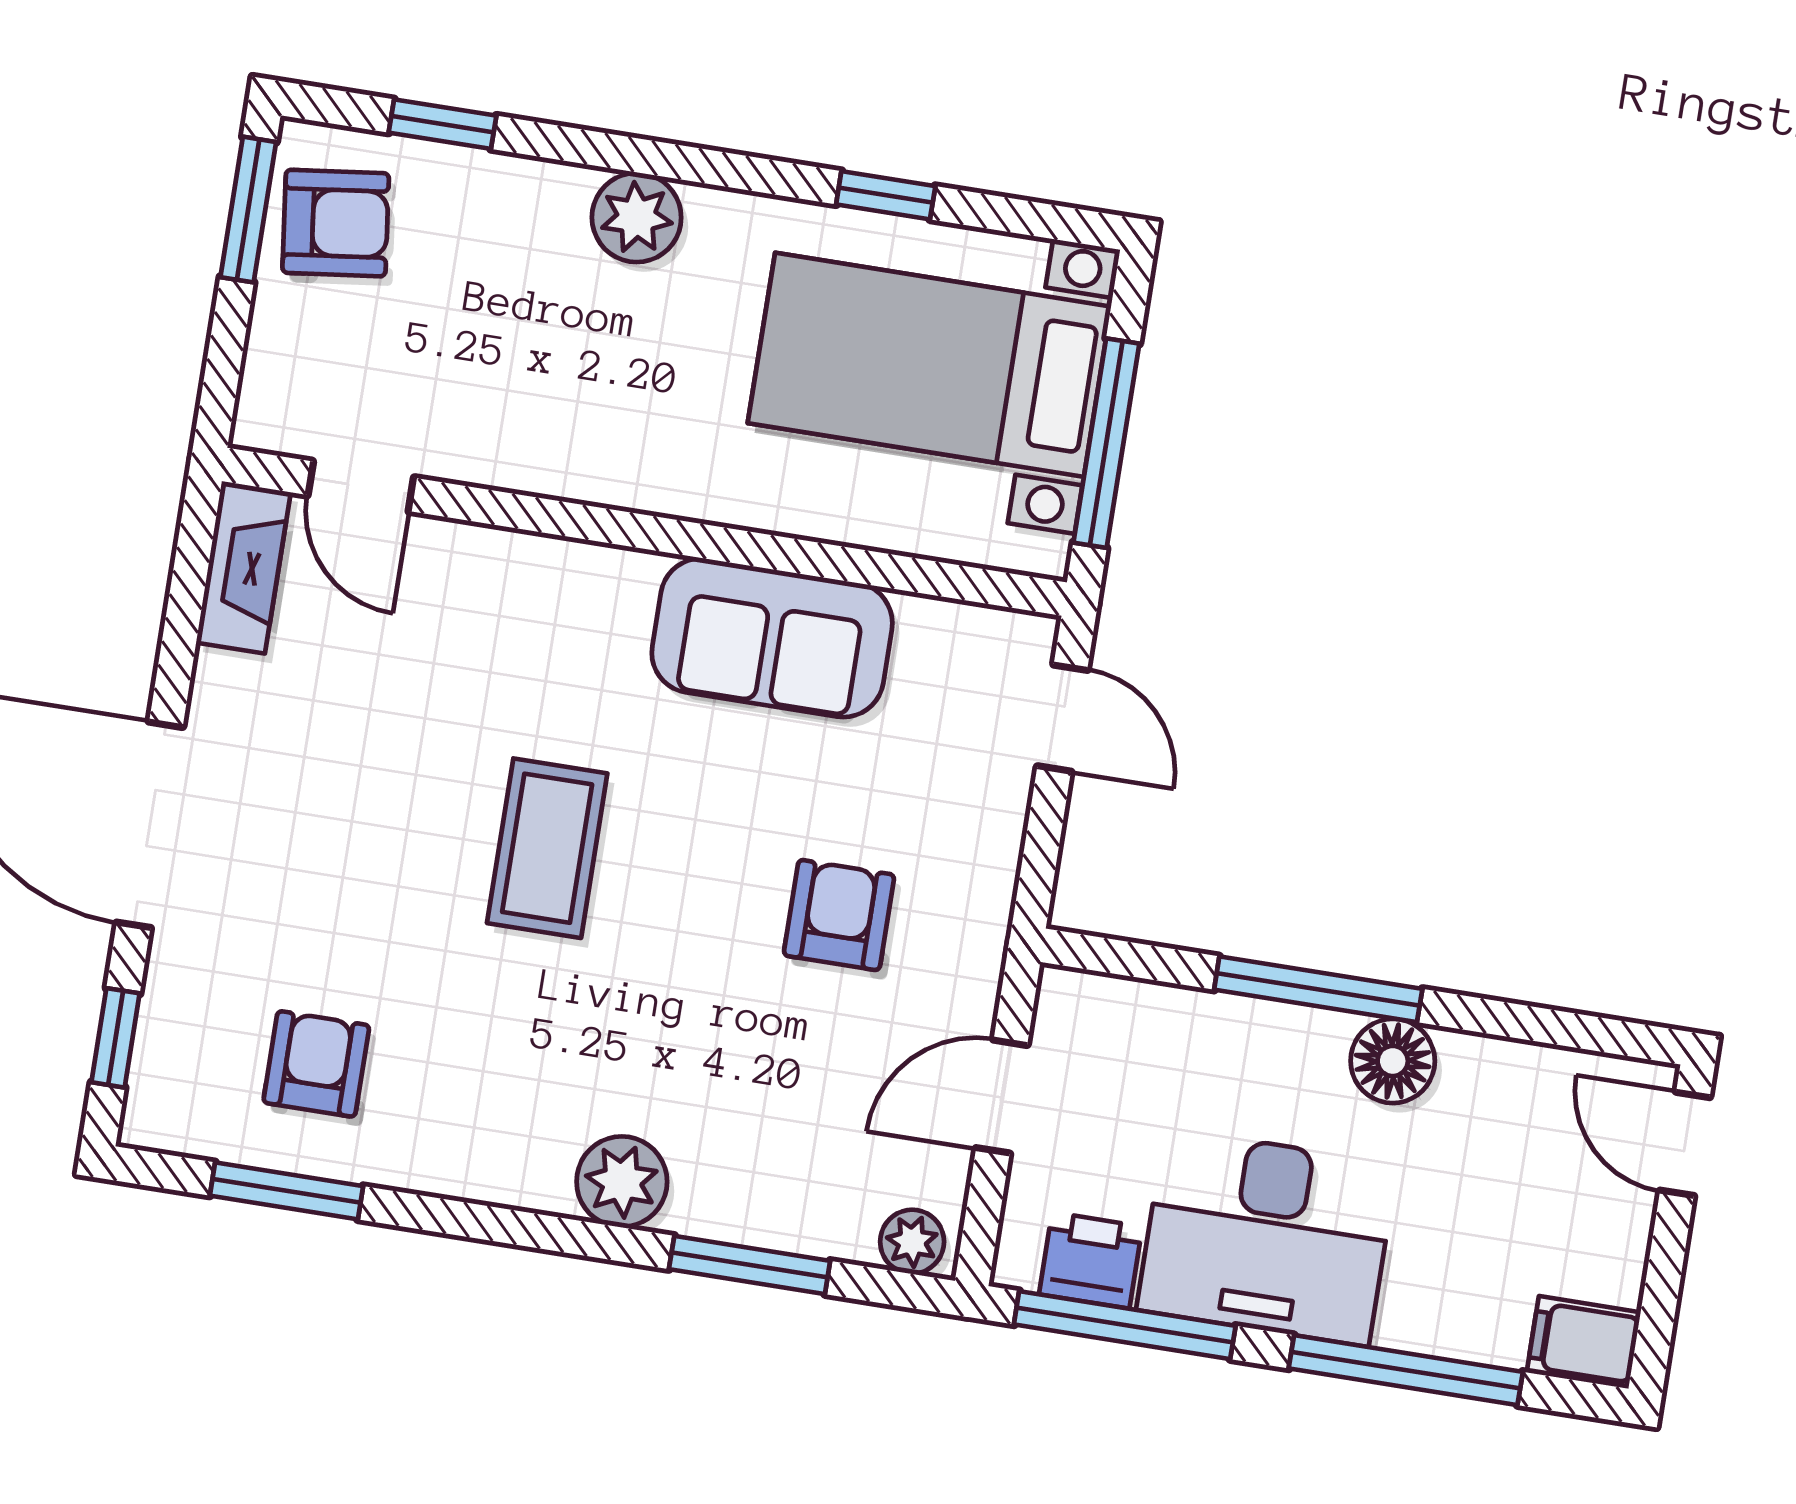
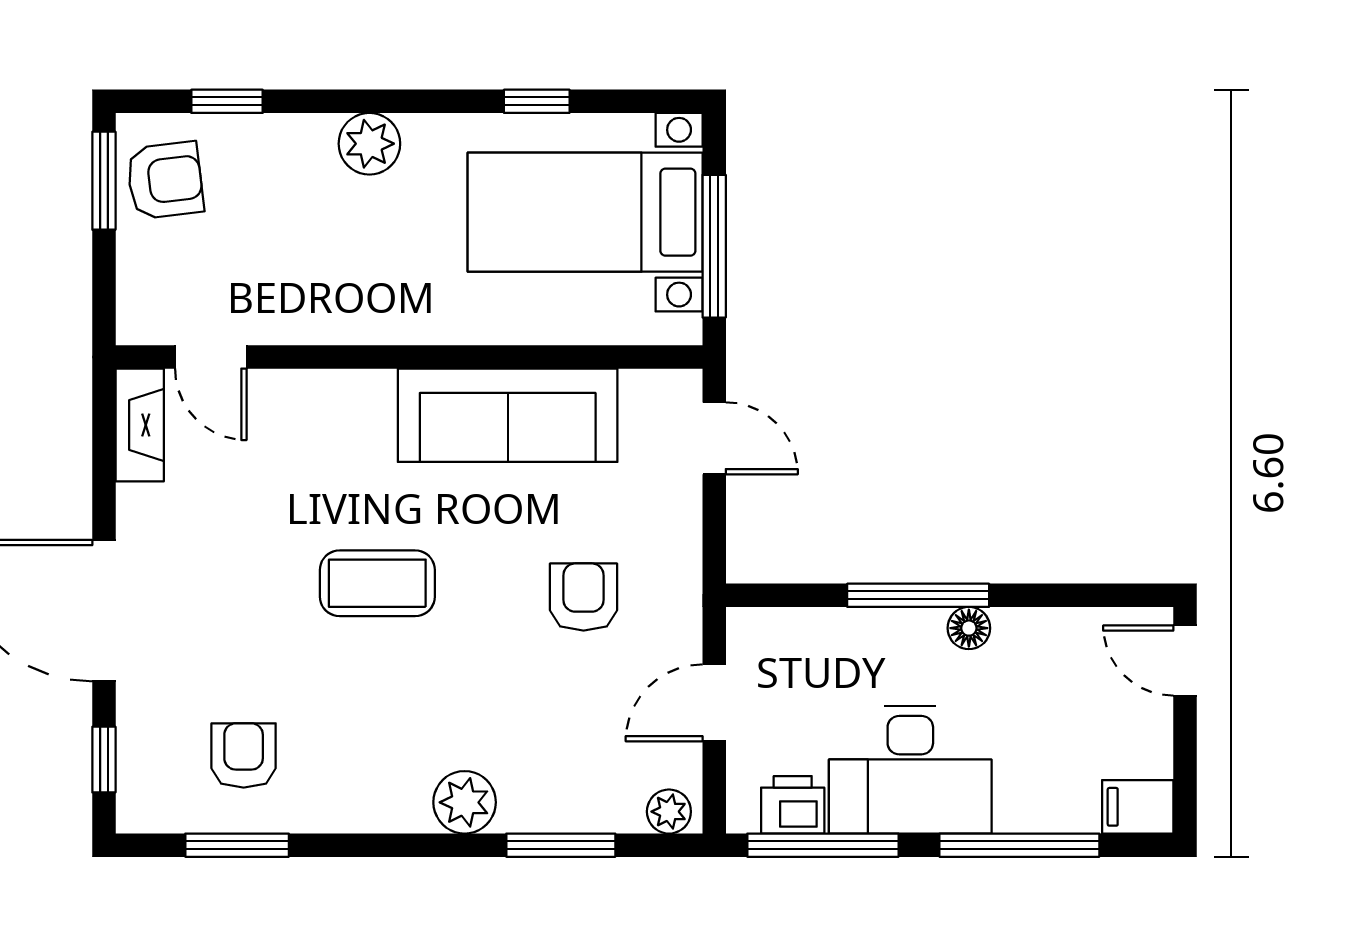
sofa: (772, 638) -> (508, 415), width x1.36
coffee table: (547, 848) -> (377, 583), turned 90
floor lamp: (1393, 1061) -> (969, 628), width x0.73, depth x0.73

